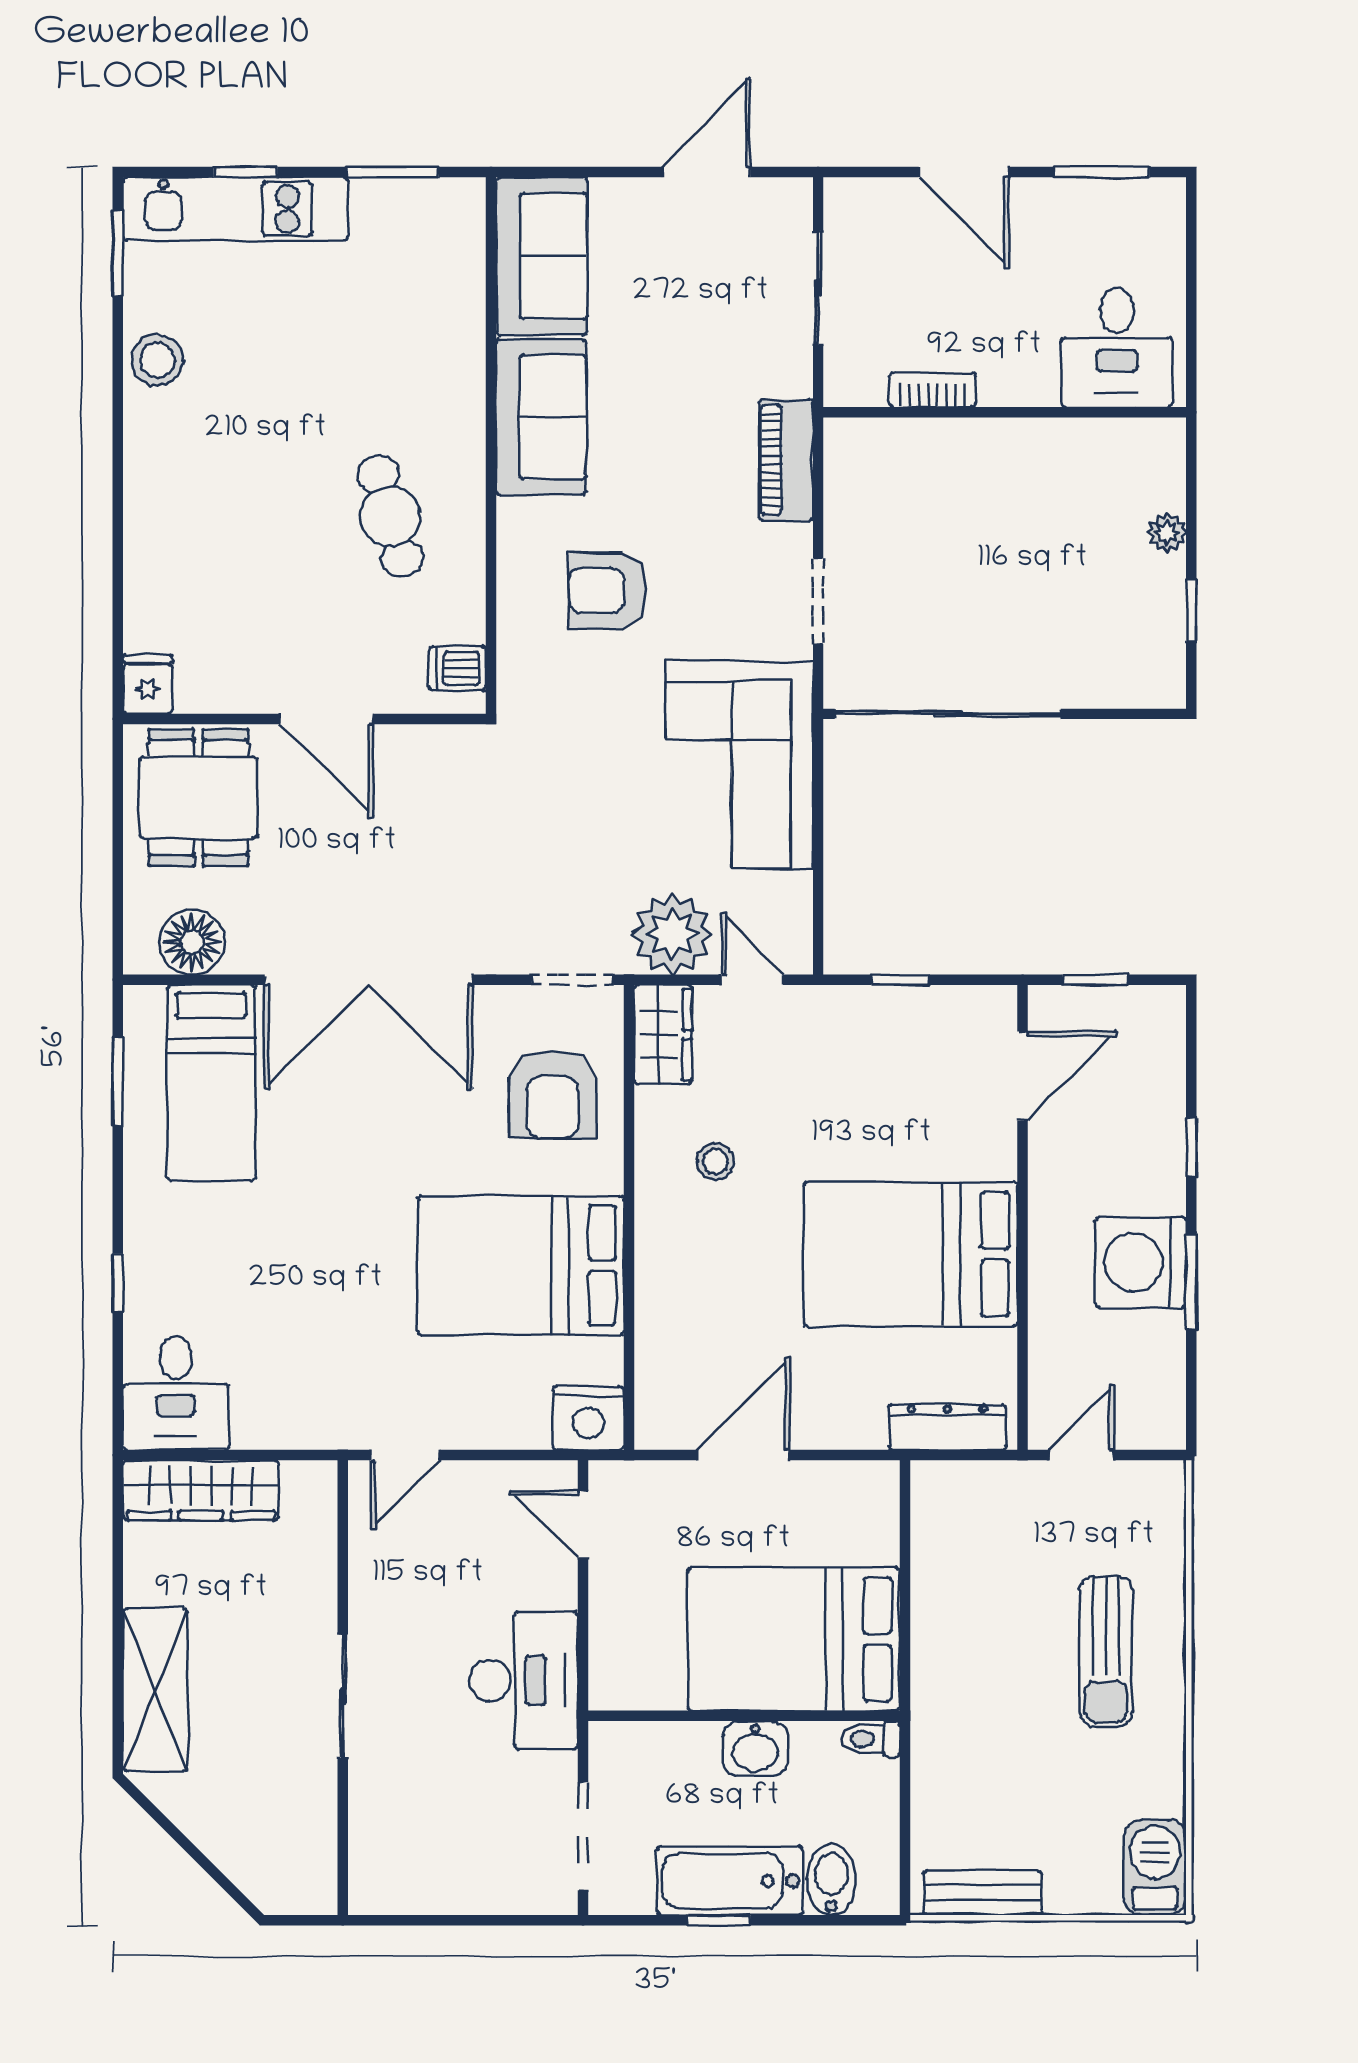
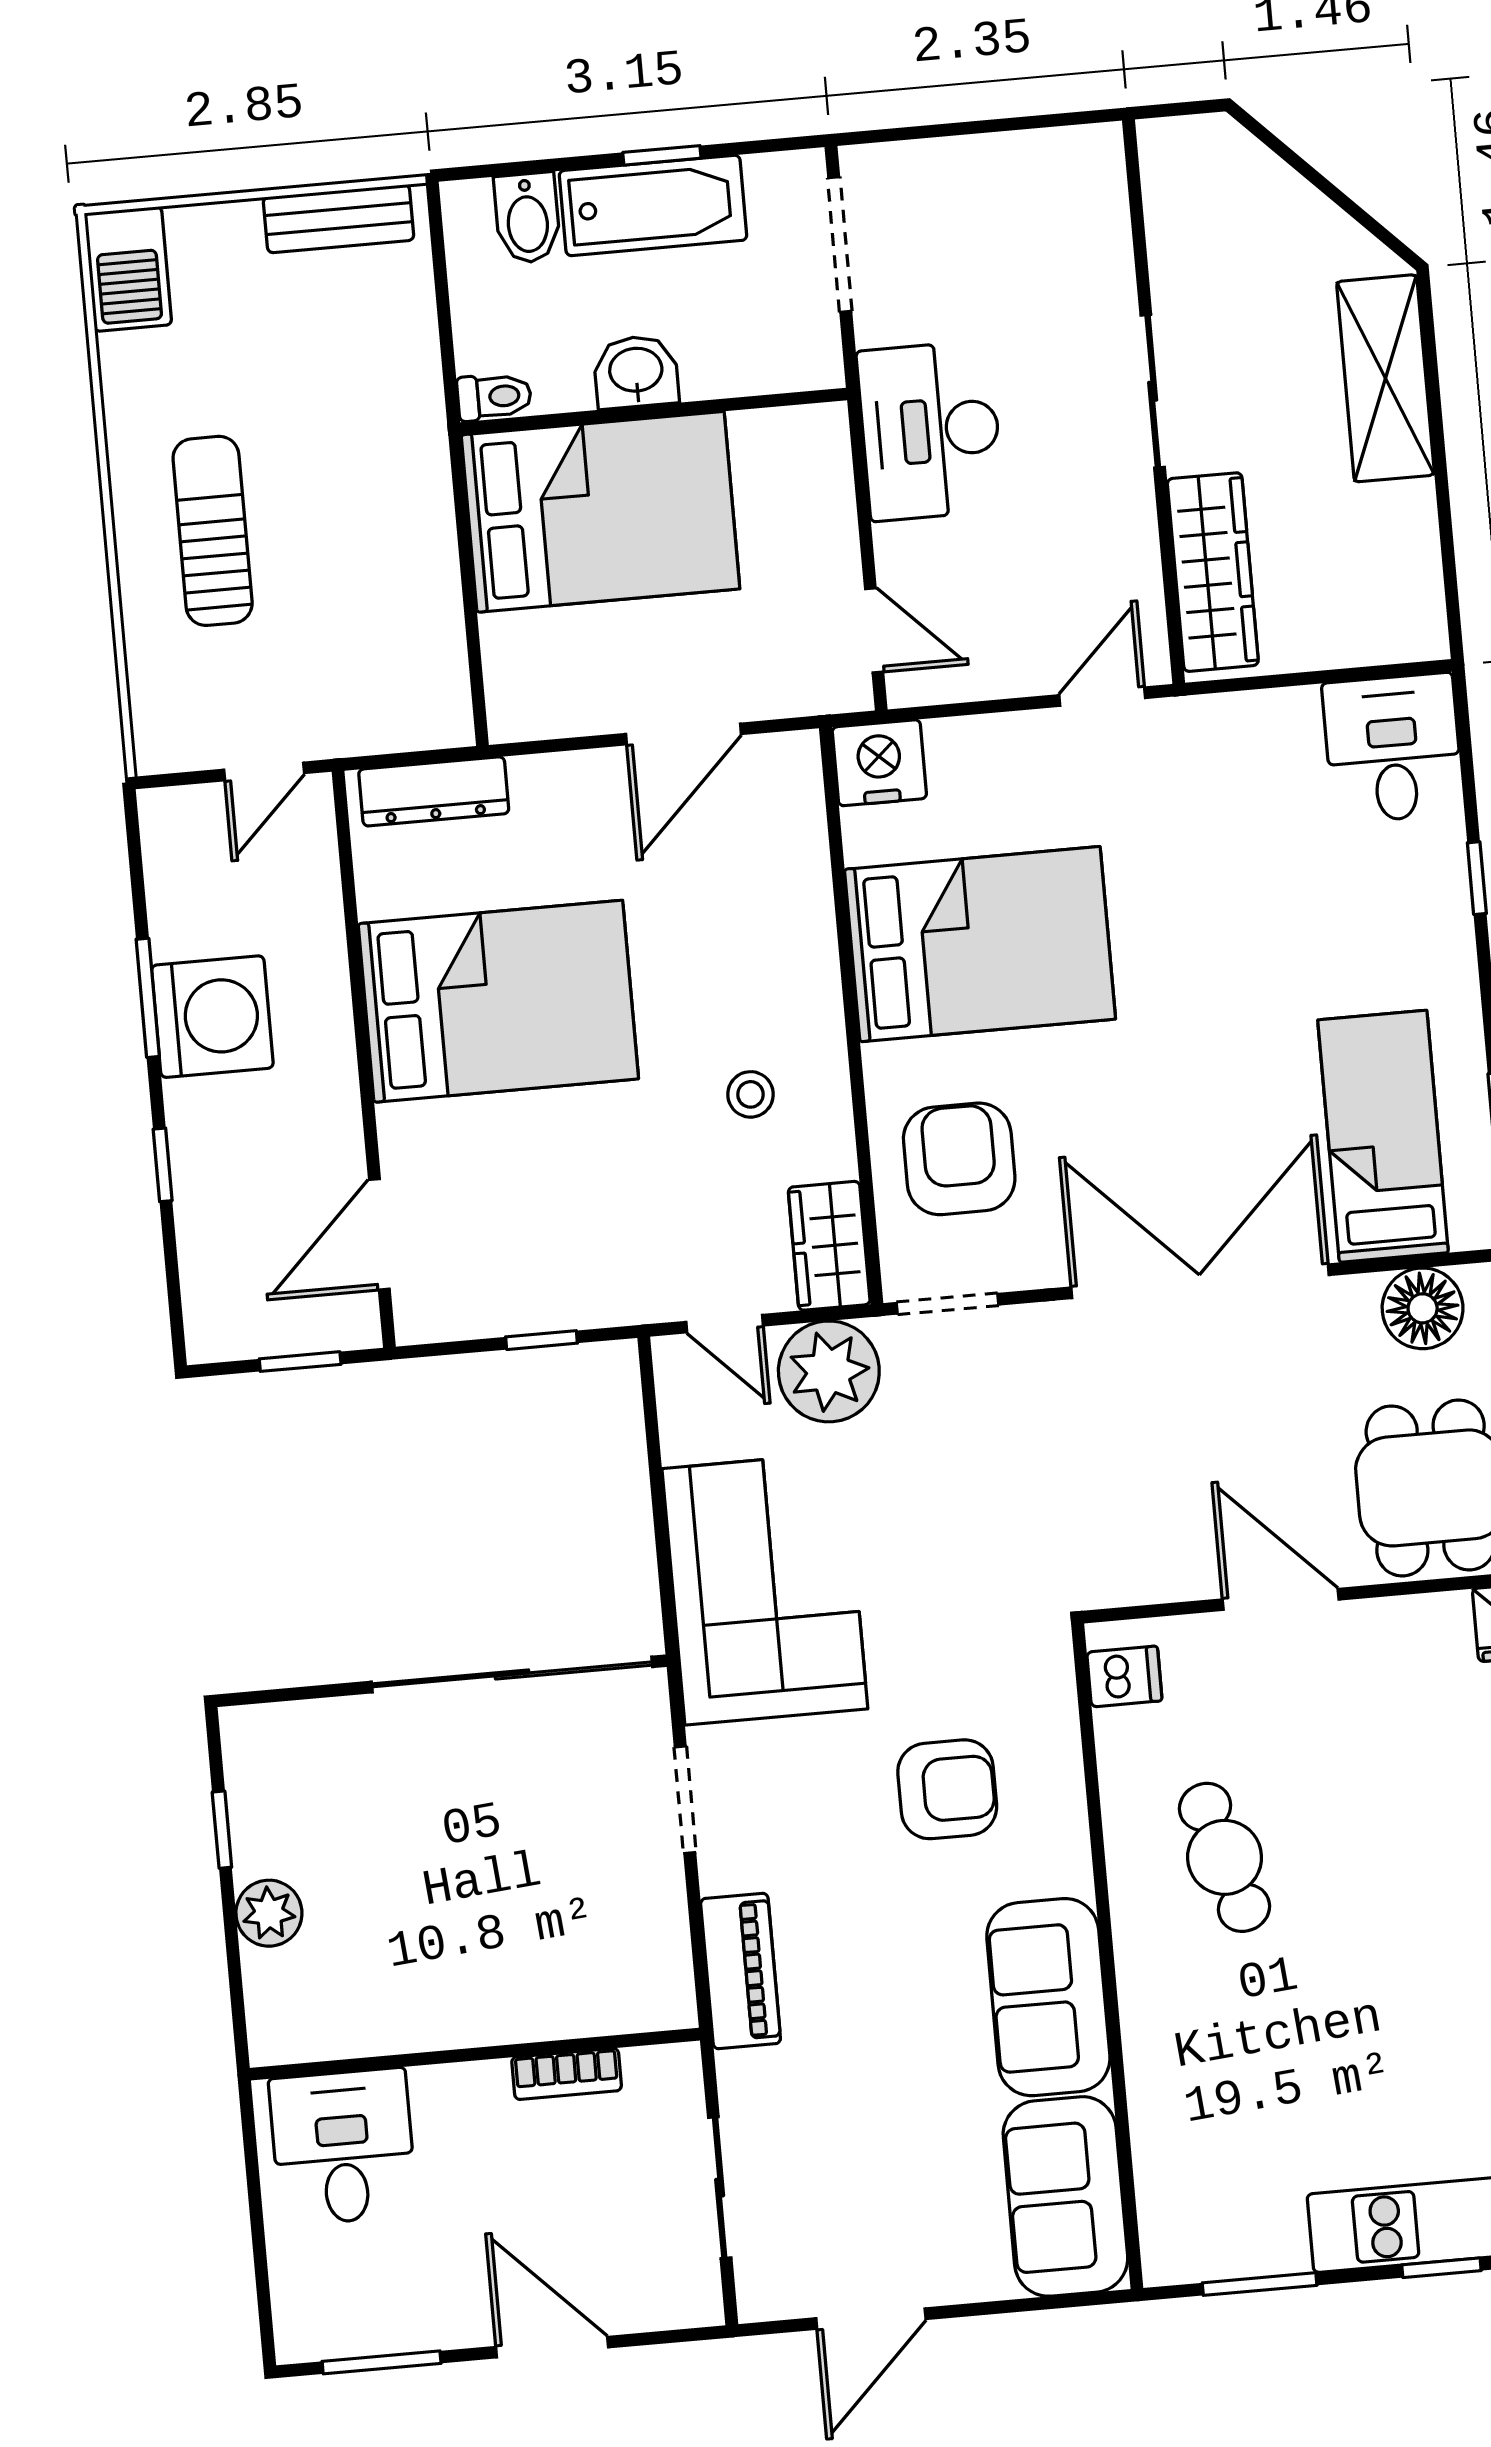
plant: (1167, 533) -> (269, 1913), width x1.38, depth x1.38
wardrobe: (201, 1490) -> (1213, 572), moved, turned 90

